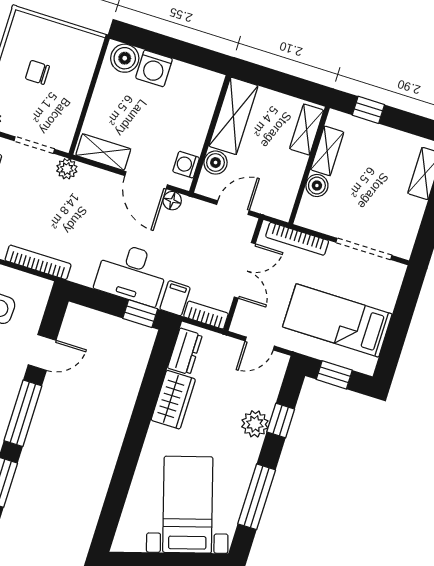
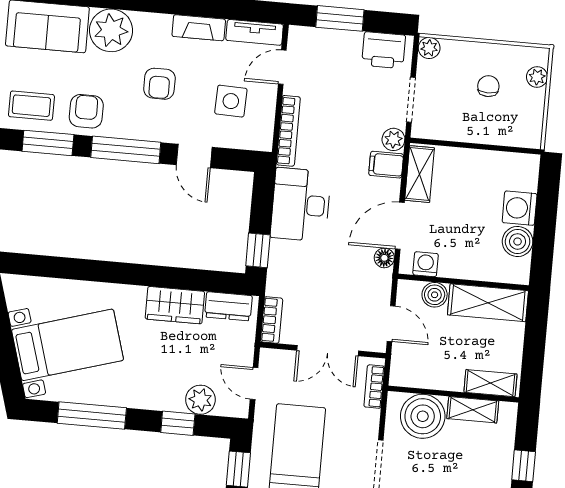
plant: (39, 26) -> (537, 77), added
boiler: (125, 58) -> (518, 241), moved
window: (368, 110) -> (524, 466), moved
boiler: (317, 186) -> (423, 416), width x1.86, depth x1.86
bookcase: (297, 239) -> (374, 387), width x0.64
desk: (132, 274) -> (301, 205), moved
filing cabinet: (175, 298) -> (386, 165), moved, turned 180
plant: (255, 424) -> (200, 400), moved

